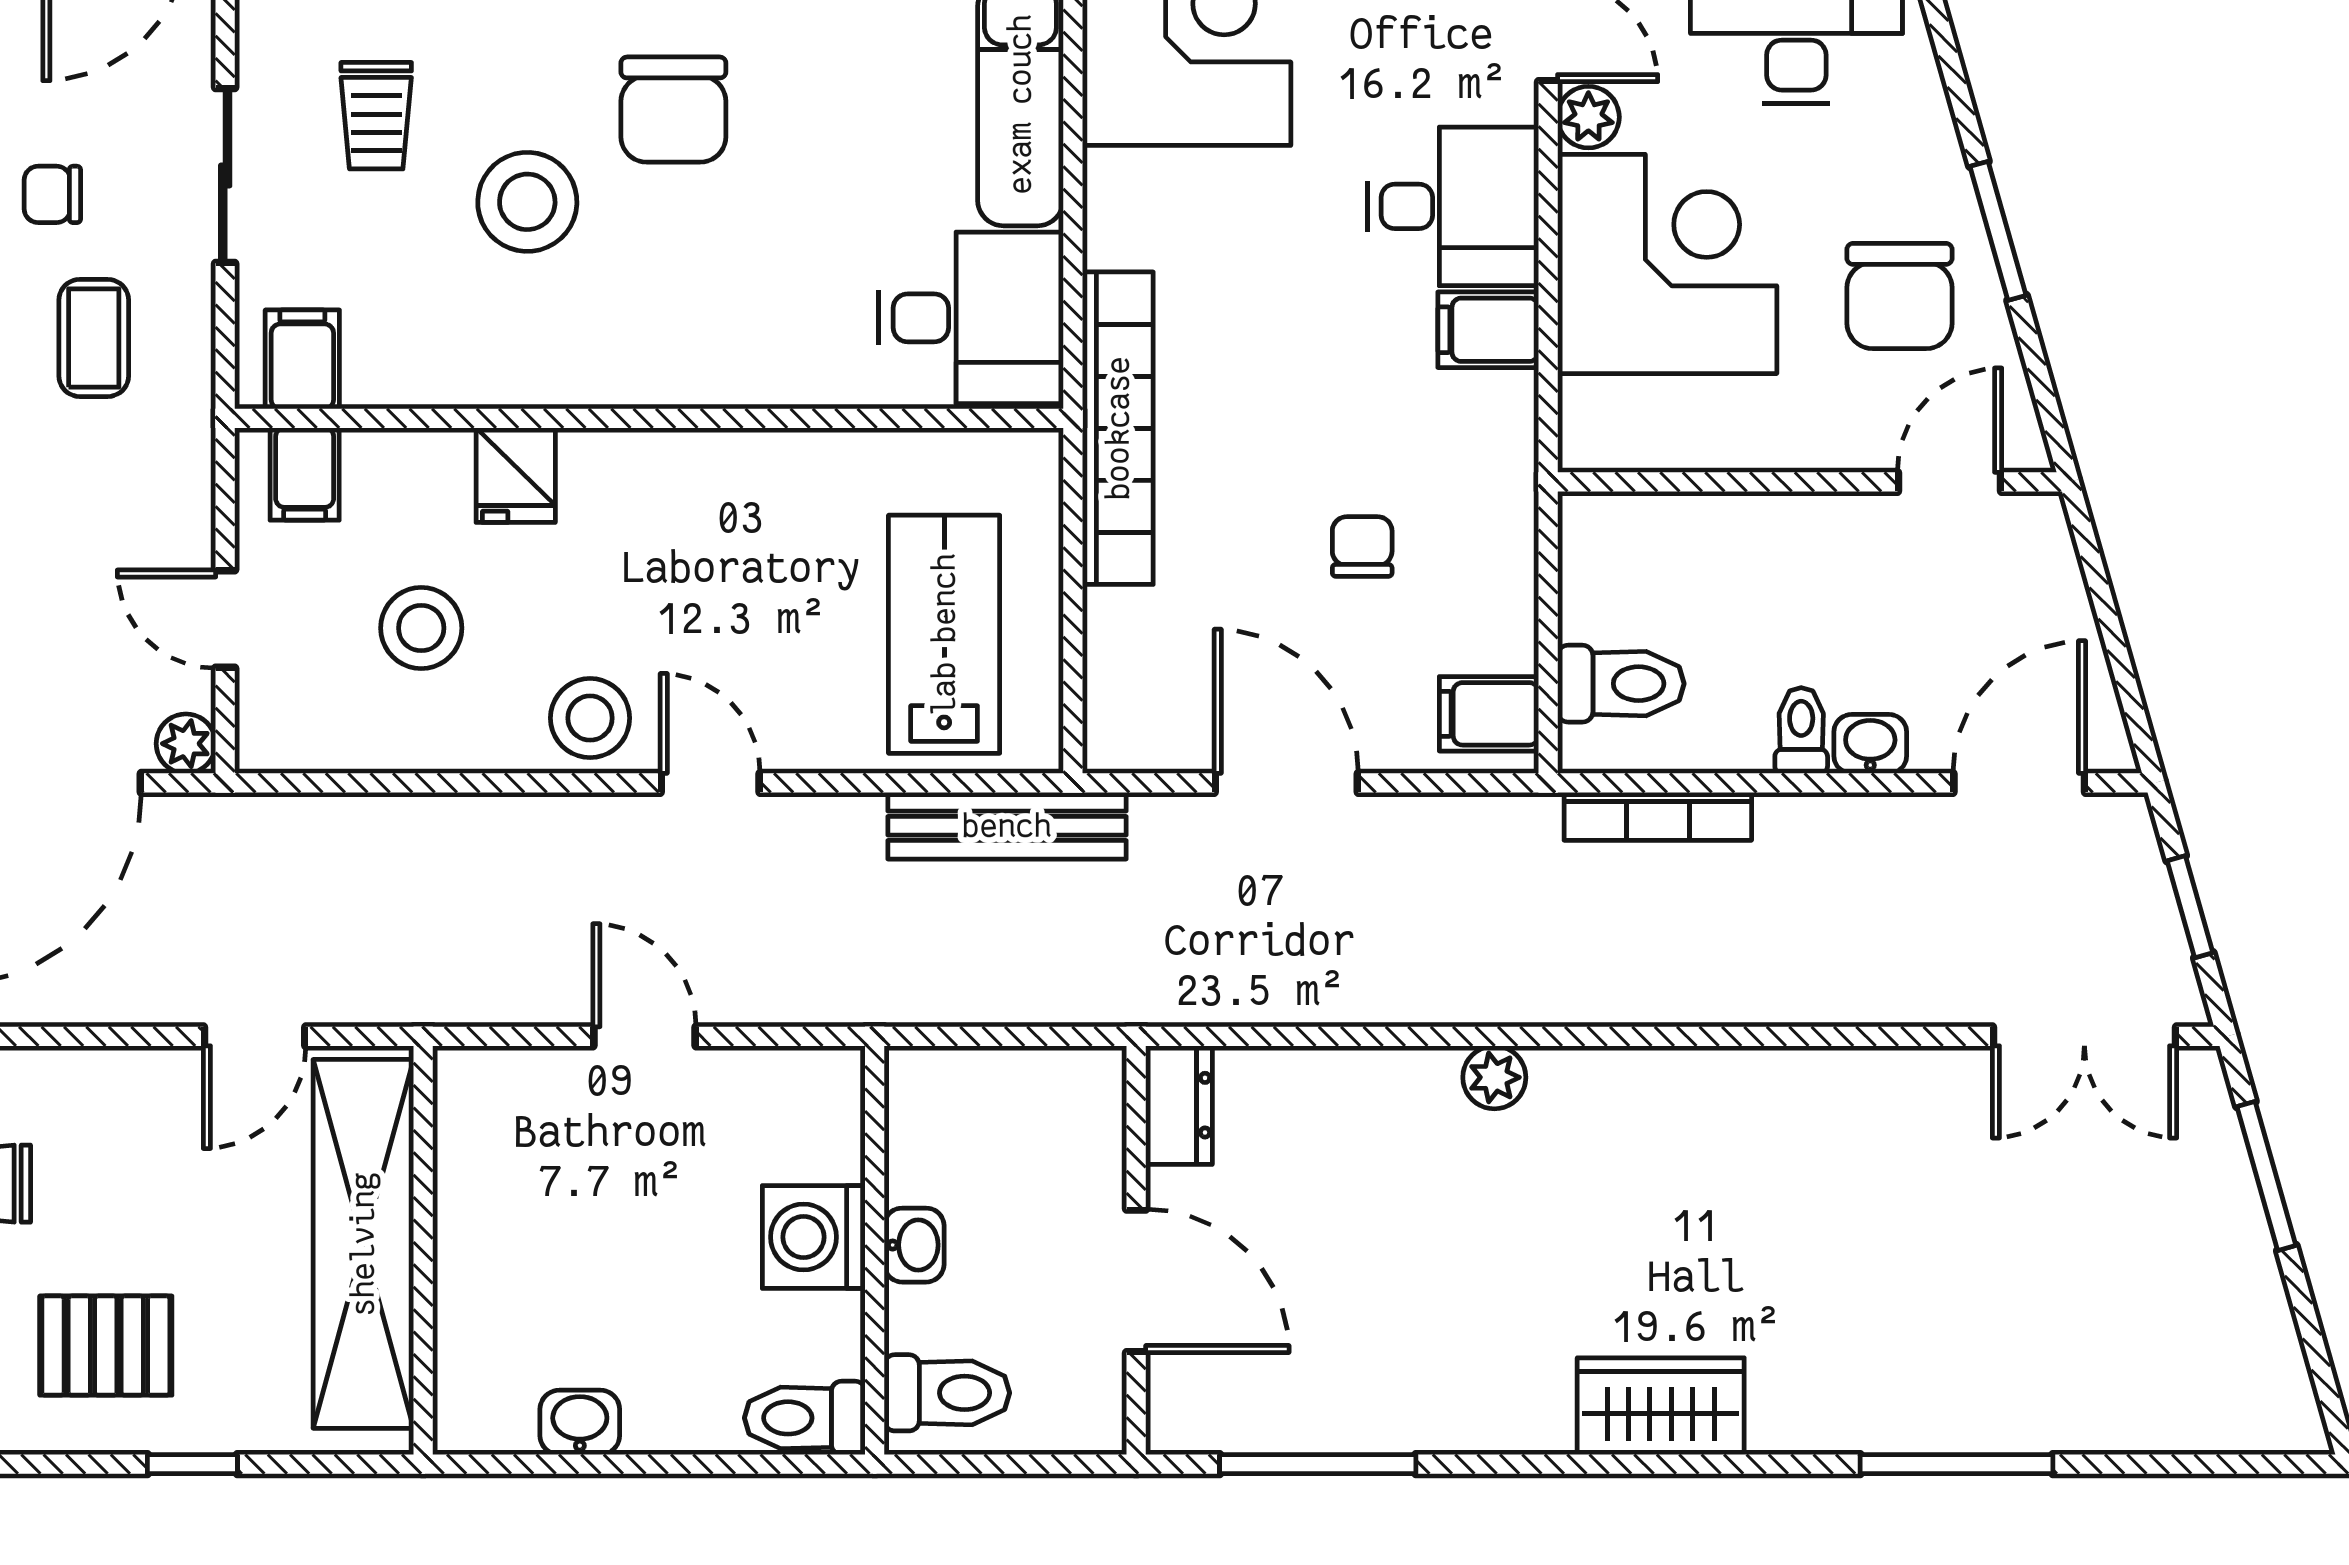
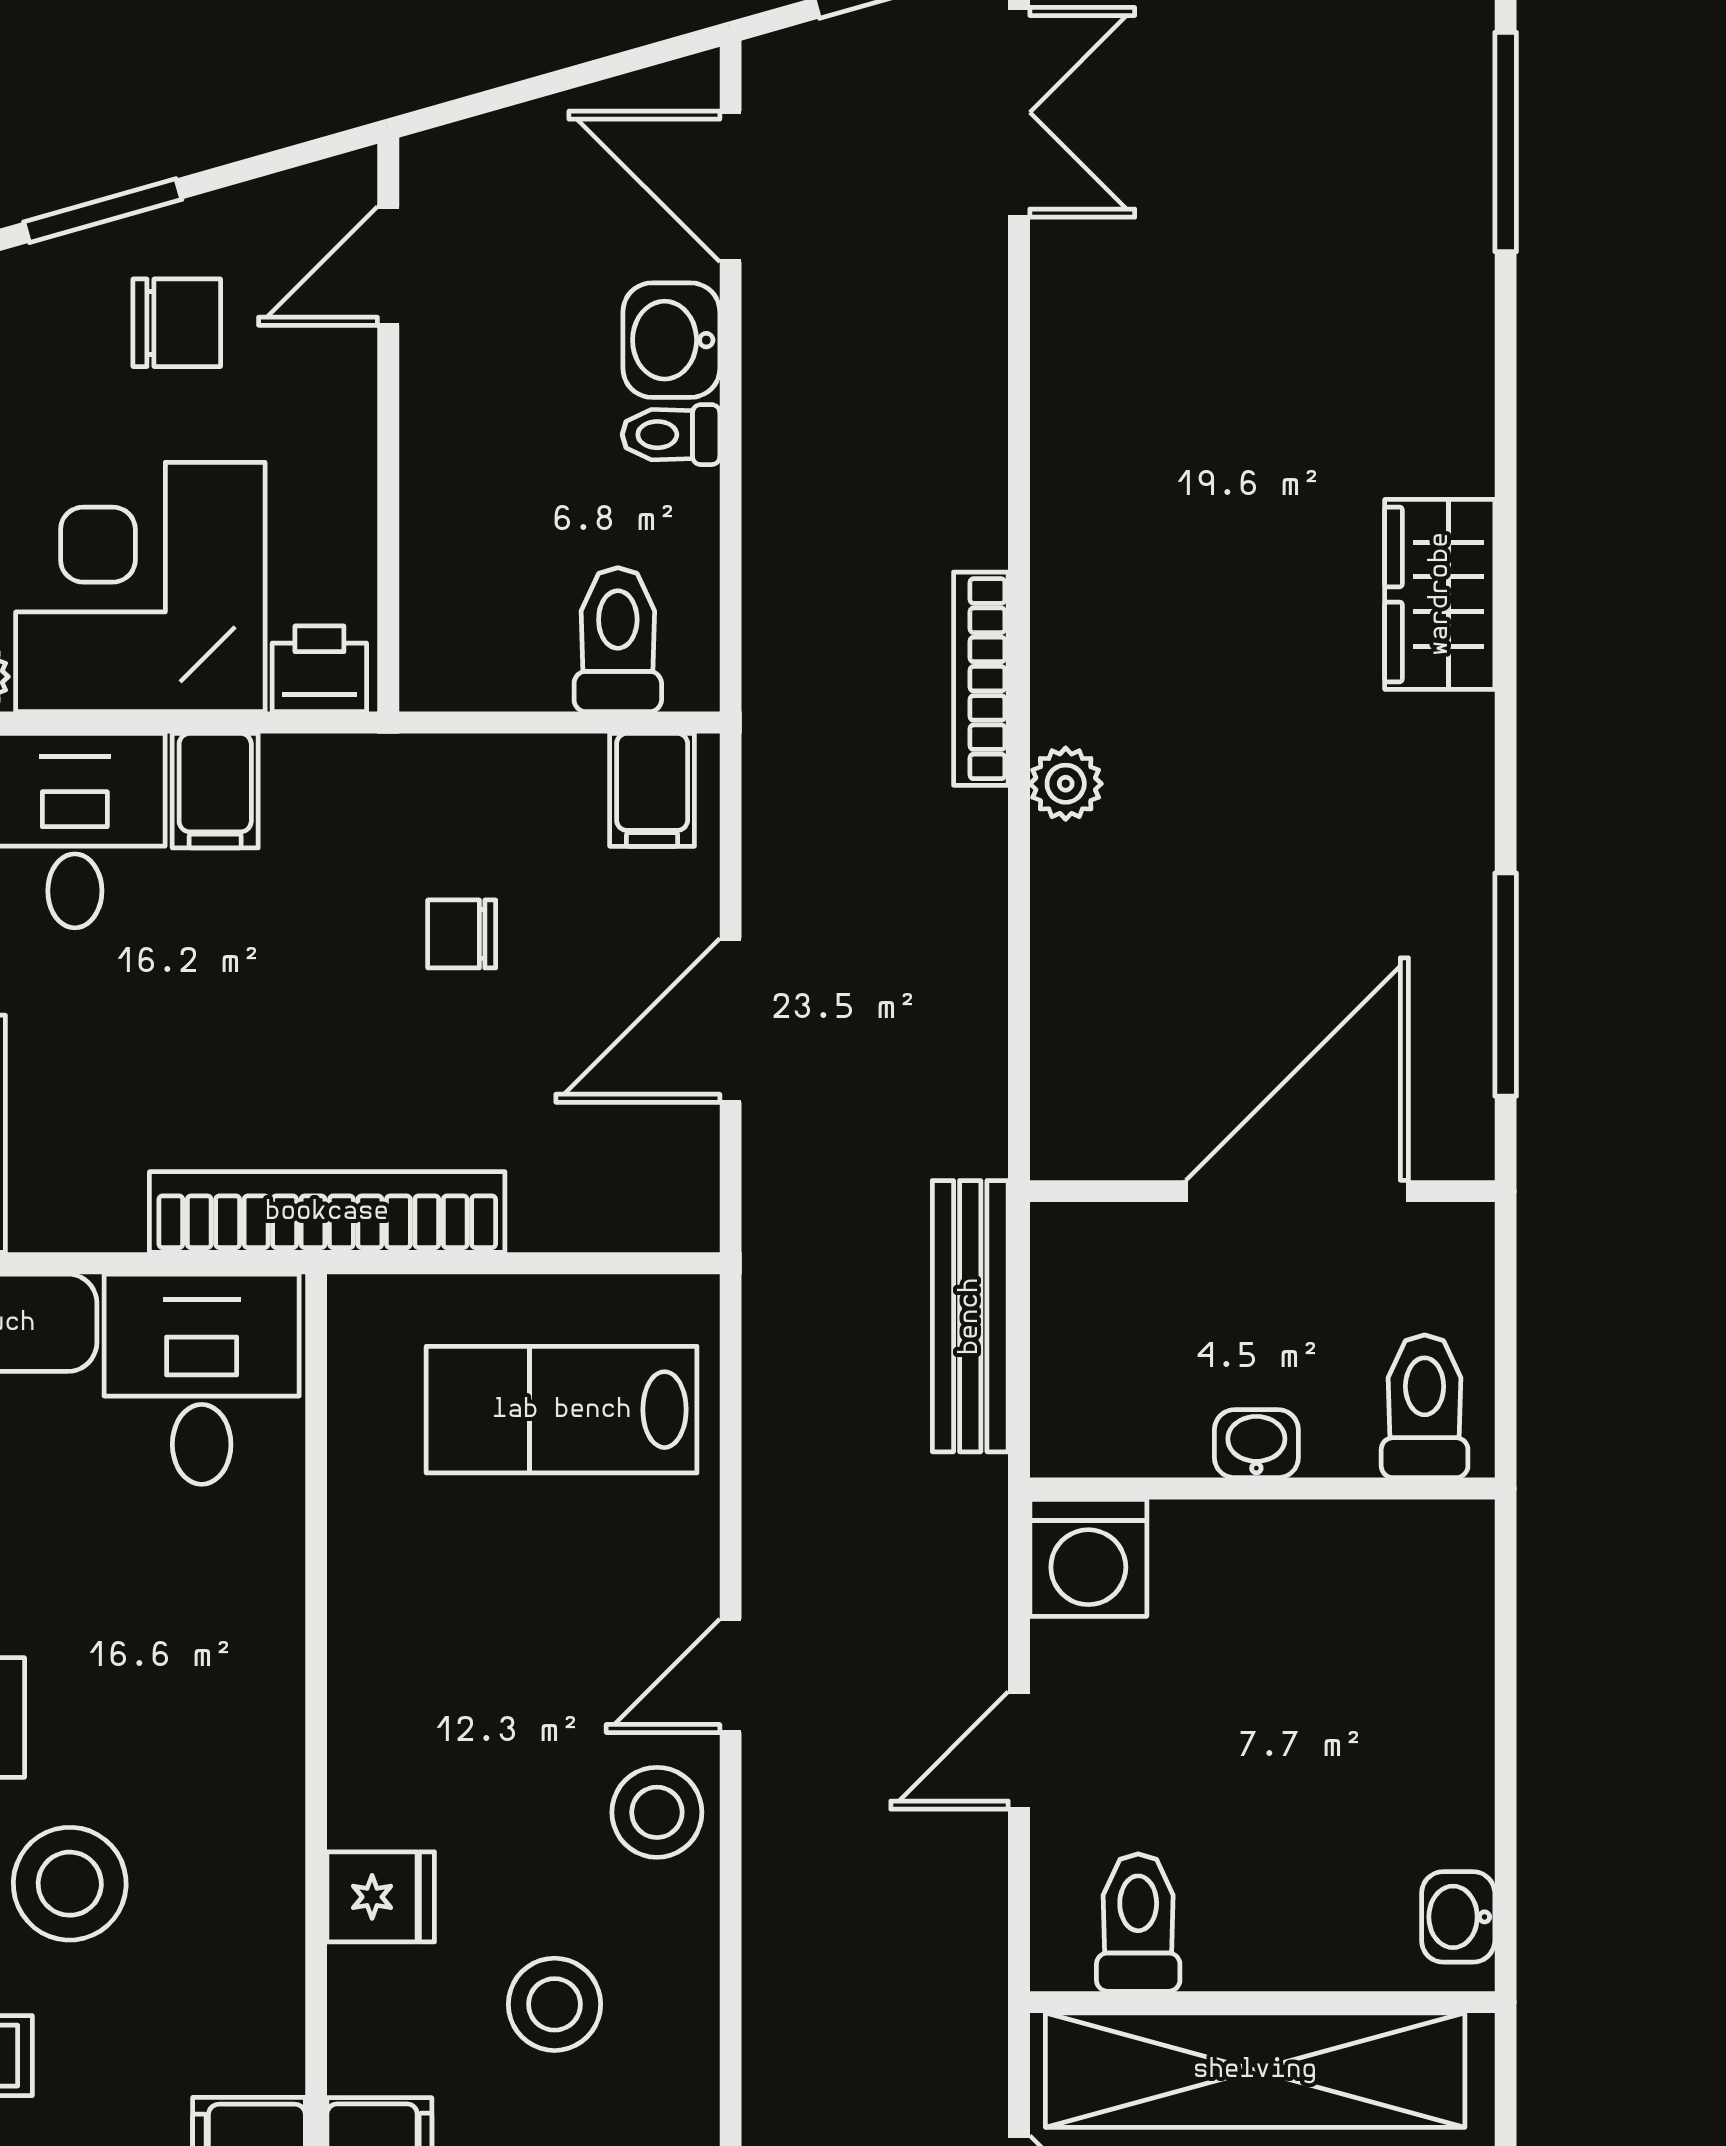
chair: (1899, 296) -> (177, 323), width x0.73, depth x0.73
printer: (1595, 421) -> (319, 669), added
door: (1949, 482) -> (388, 266), hinge flipped
washbasin: (1870, 744) -> (671, 340), width x1.38, depth x1.45
bookcase: (1658, 816) -> (981, 679), moved, turned 180
bench: (1007, 826) -> (970, 1316), moved
dresser: (1179, 1105) -> (1097, 1142), removed
washing machine: (814, 1237) -> (1088, 1558), moved
door: (1136, 1281) -> (1297, 1191), width x1.36
toilet: (805, 1418) -> (1138, 1923), moved, turned 180
washbasin: (580, 1422) -> (1458, 1917), moved
window: (1956, 1464) -> (1506, 142), moved

